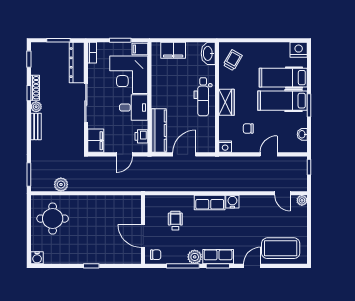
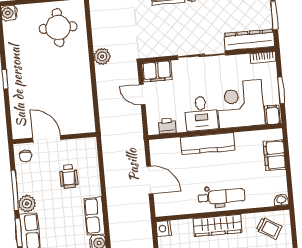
washbasin: (208, 53) -> (281, 200), width x0.52, depth x0.69
dental chair: (203, 97) -> (222, 197), turned 180
wardrobe: (226, 102) -> (218, 225), width x1.50
kitchen counter: (159, 131) -> (208, 144), moved
door: (124, 154) -> (142, 95), moved
plant: (61, 184) -> (102, 56), moved
wheelchair: (175, 221) -> (69, 176), turned 90
door: (143, 236) -> (47, 139), hinge flipped

